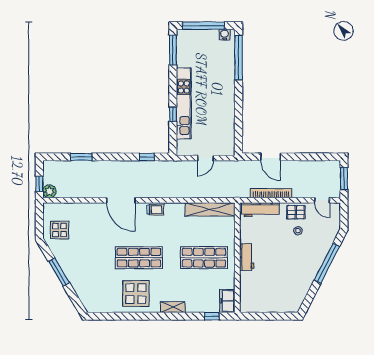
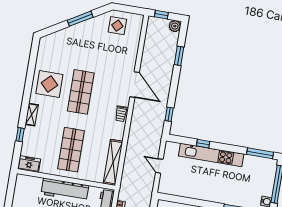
plant: (49, 191) -> (175, 26), moved
door: (121, 200) -> (135, 85), swing flipped
workbench: (247, 257) -> (65, 190), width x1.88, depth x1.32
window: (212, 316) -> (20, 135), moved

